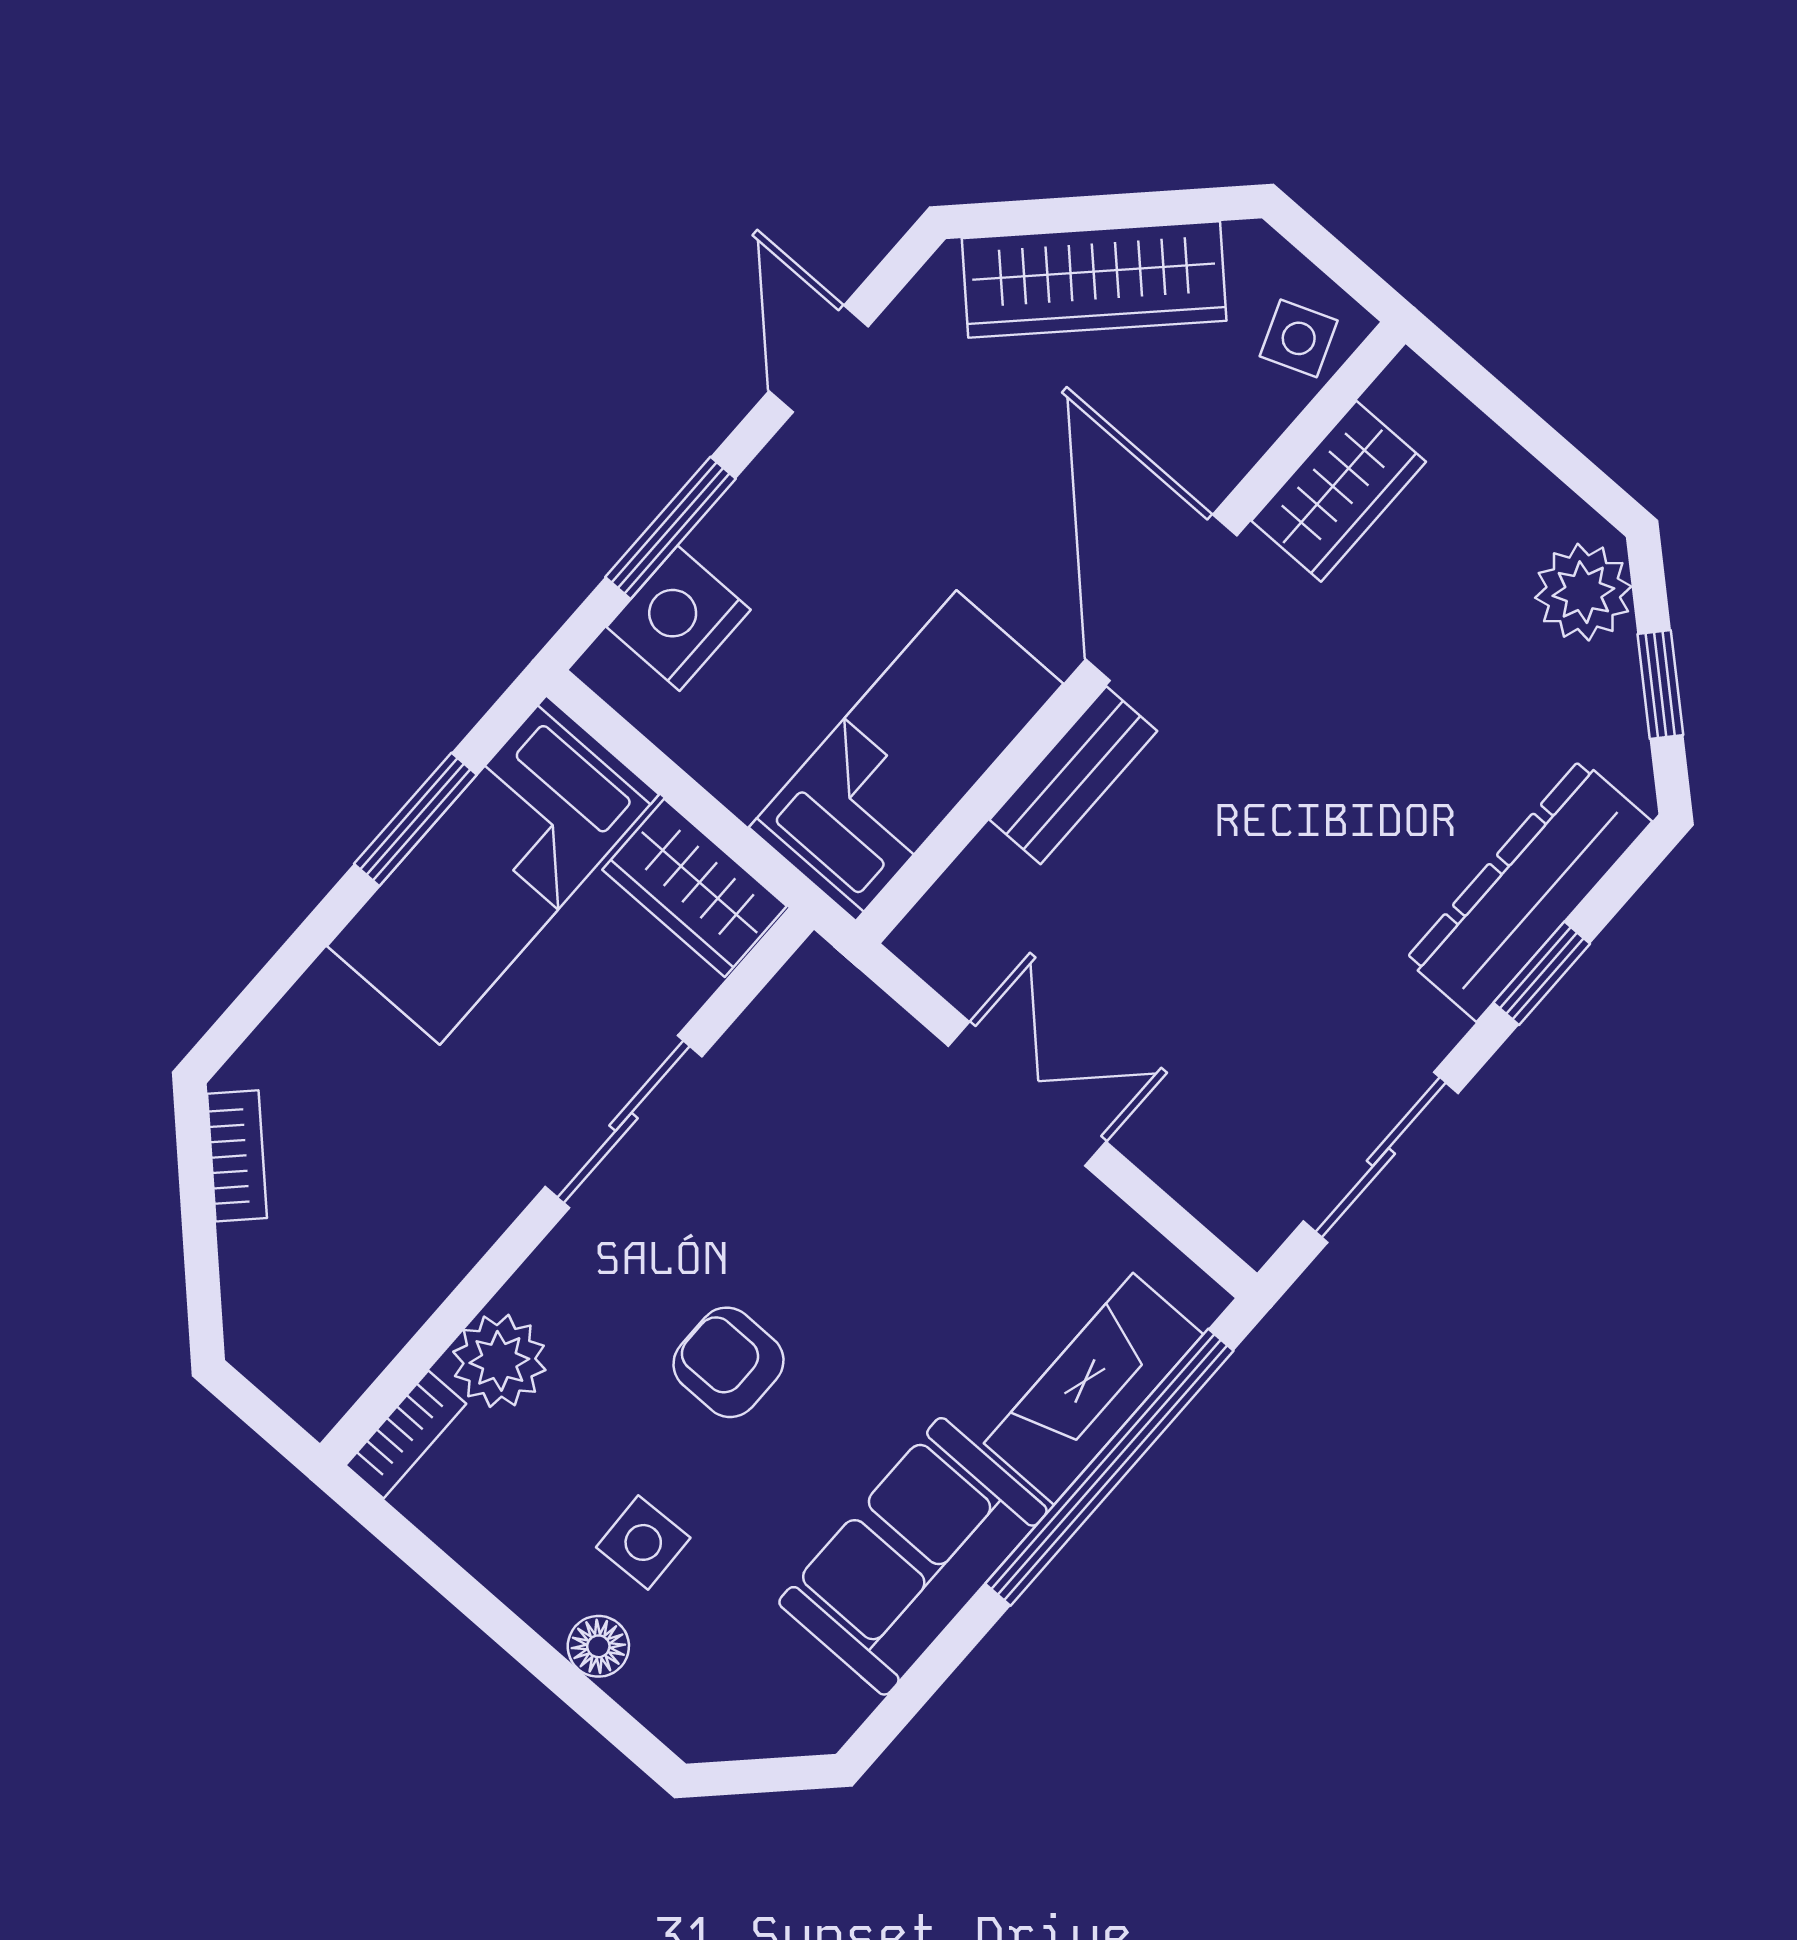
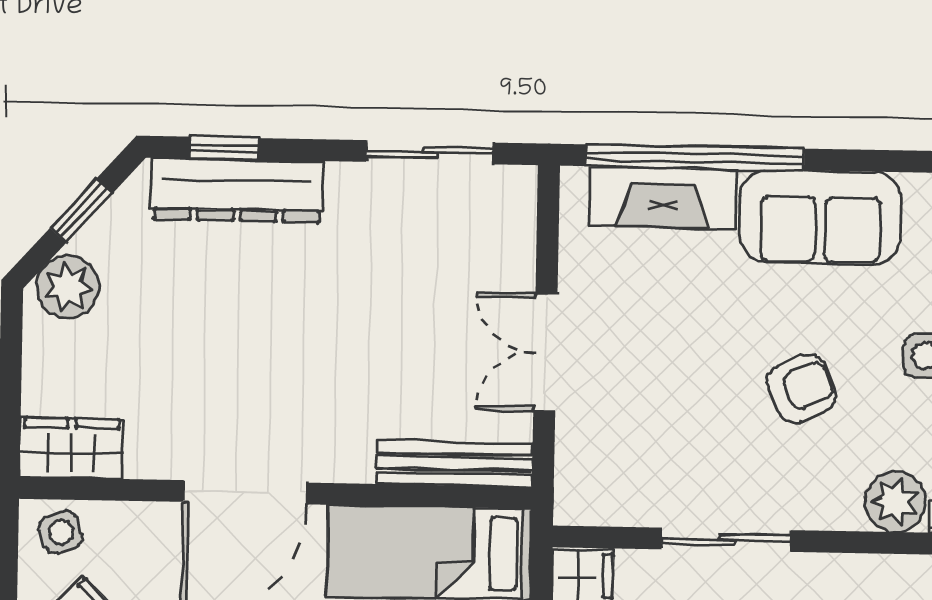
wardrobe: (1339, 491) -> (71, 448), moved
bench: (1073, 775) -> (454, 464), moved, width x1.36
window: (1542, 973) -> (224, 148), moved
armchair: (728, 1362) -> (801, 388), turned -114

